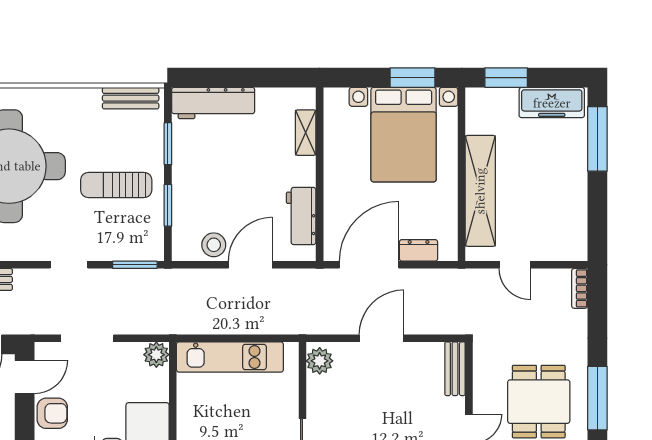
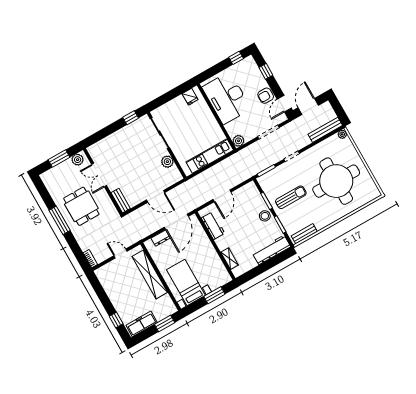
window: (413, 78) -> (214, 295), moved
bed with nightstands: (404, 135) -> (186, 282), width x0.73
window: (597, 139) -> (116, 320), width x0.46
stool: (214, 245) -> (265, 216), moved
door: (382, 338) -> (156, 196), hinge flipped
plant: (320, 361) -> (167, 162), moved

